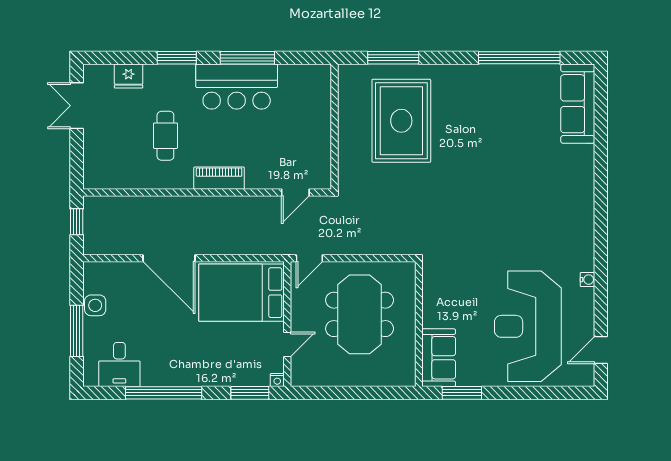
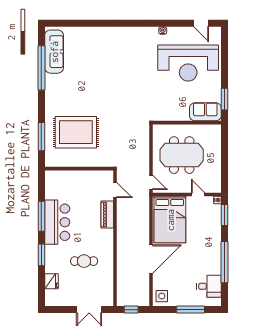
sofa: (578, 104) -> (54, 52), moved, turned -90
double door: (77, 106) -> (89, 310), moved
piano: (219, 178) -> (107, 215), moved
side table: (95, 305) -> (162, 296), moved

